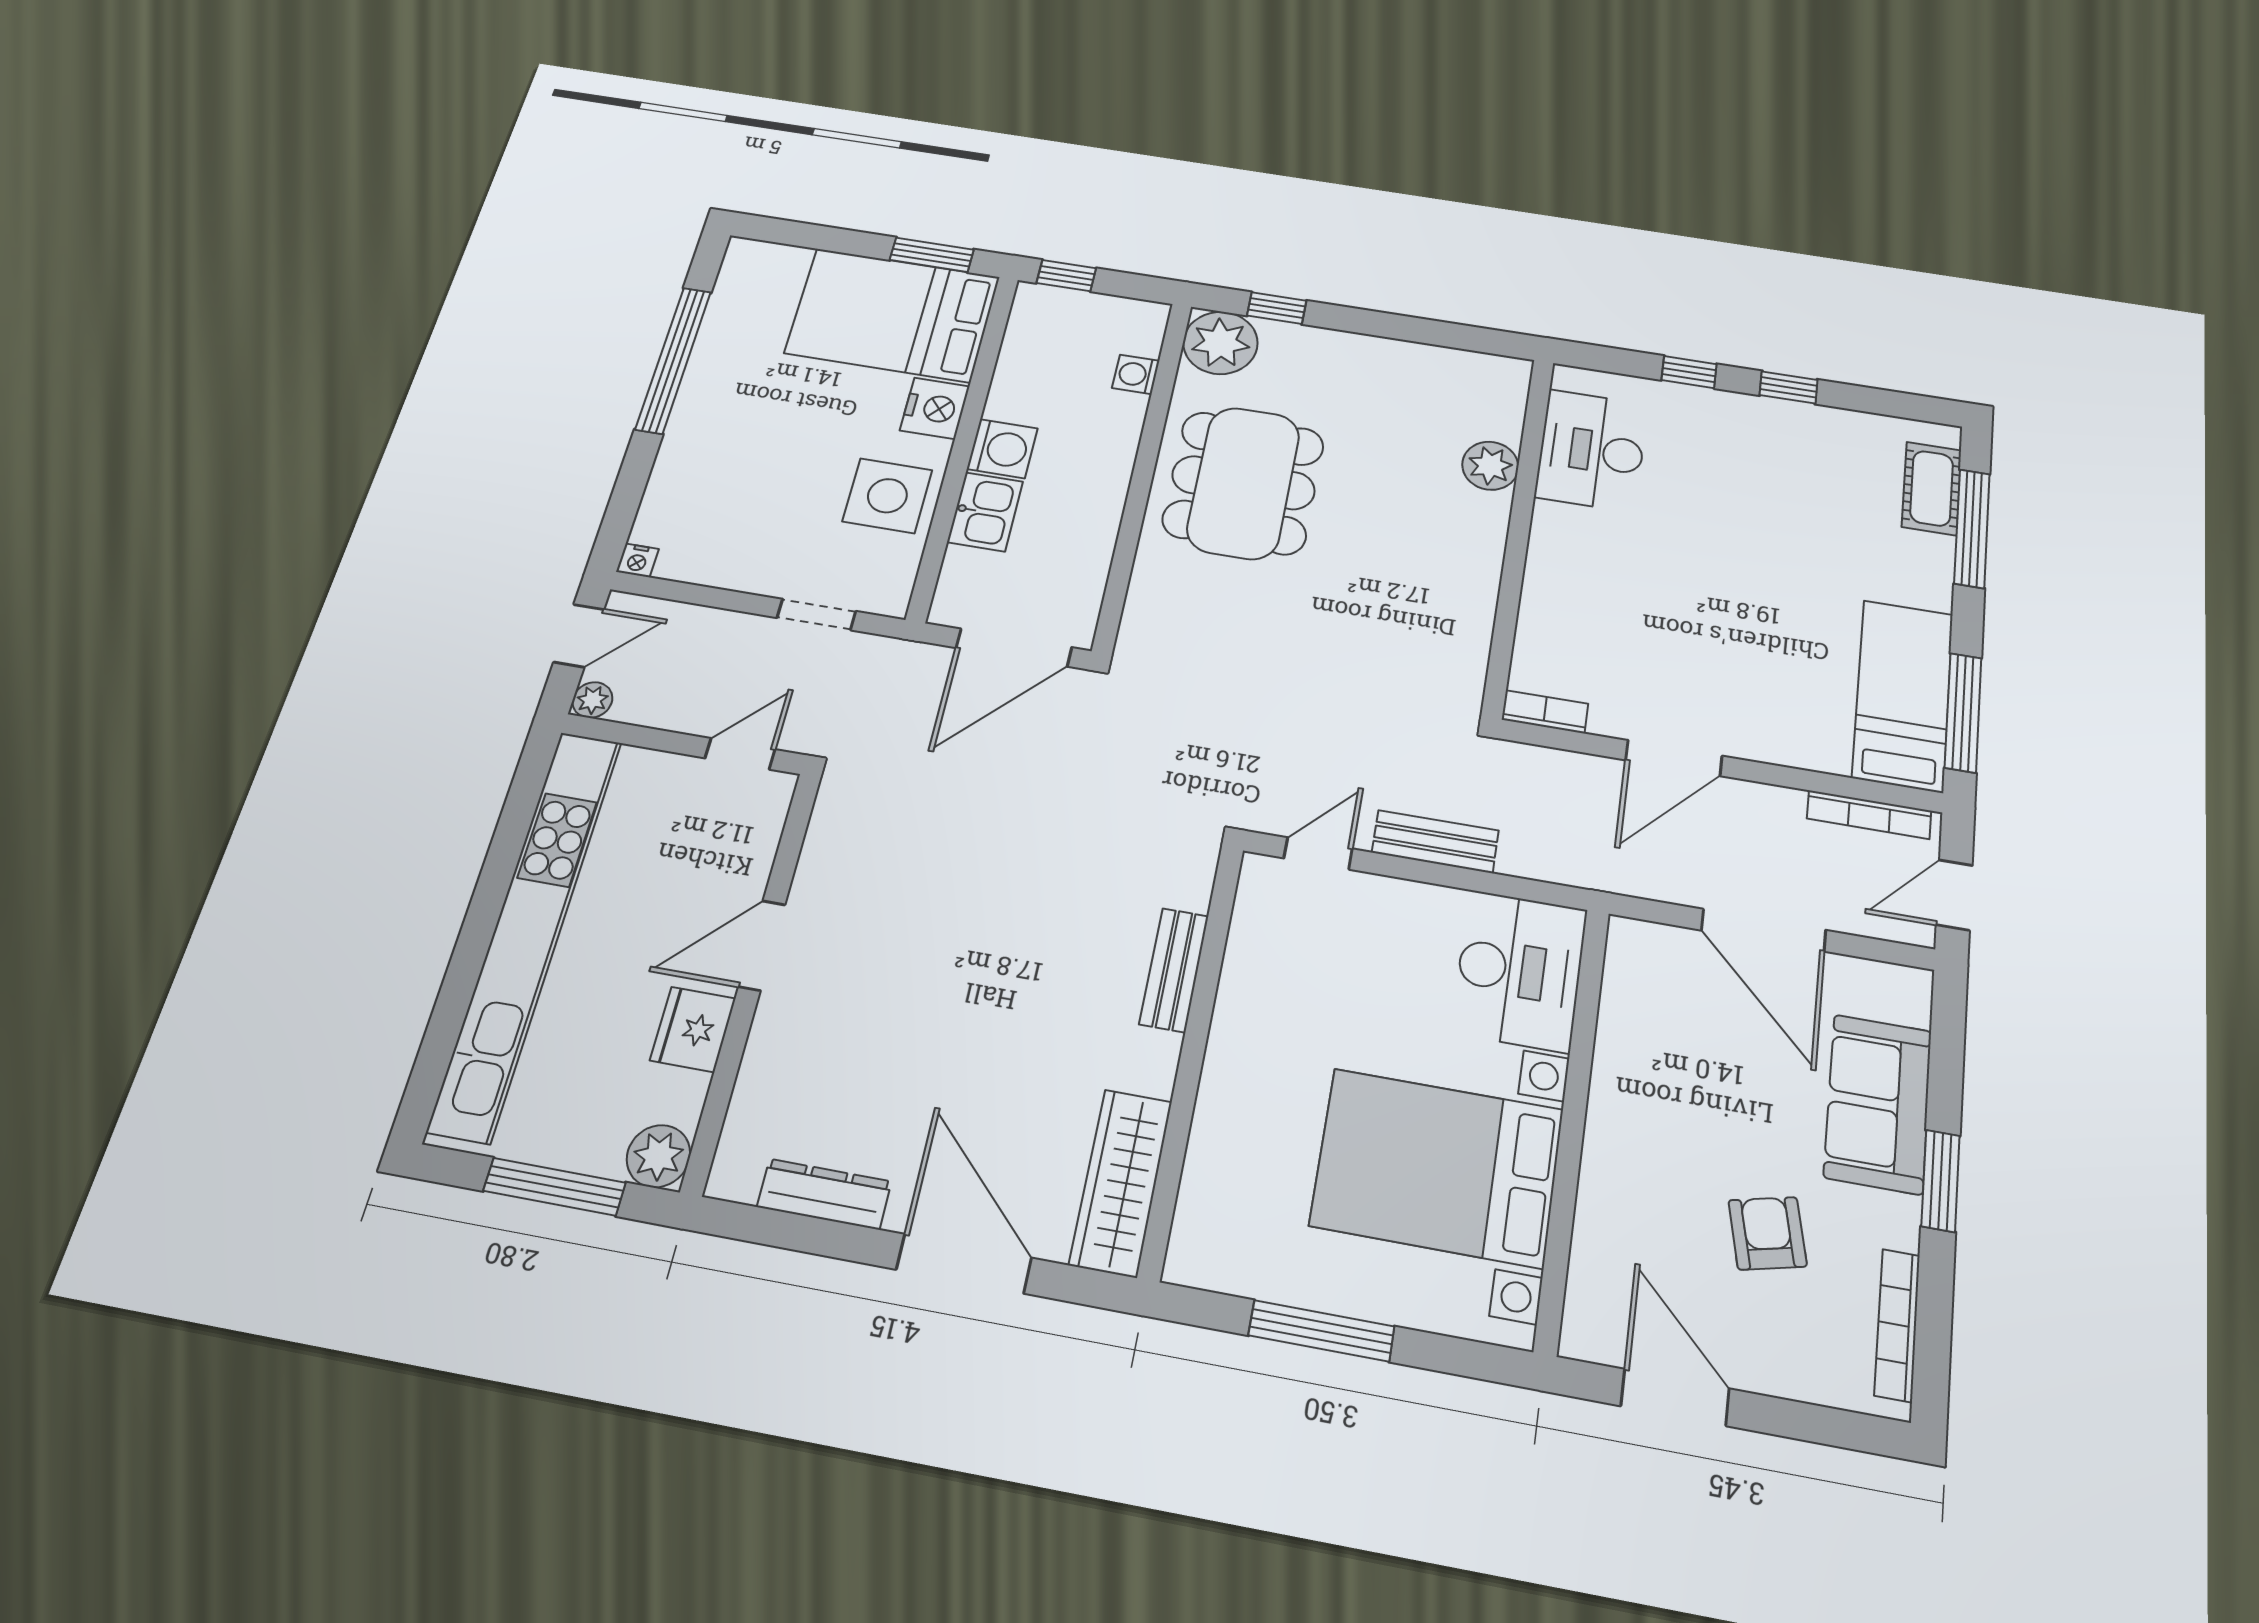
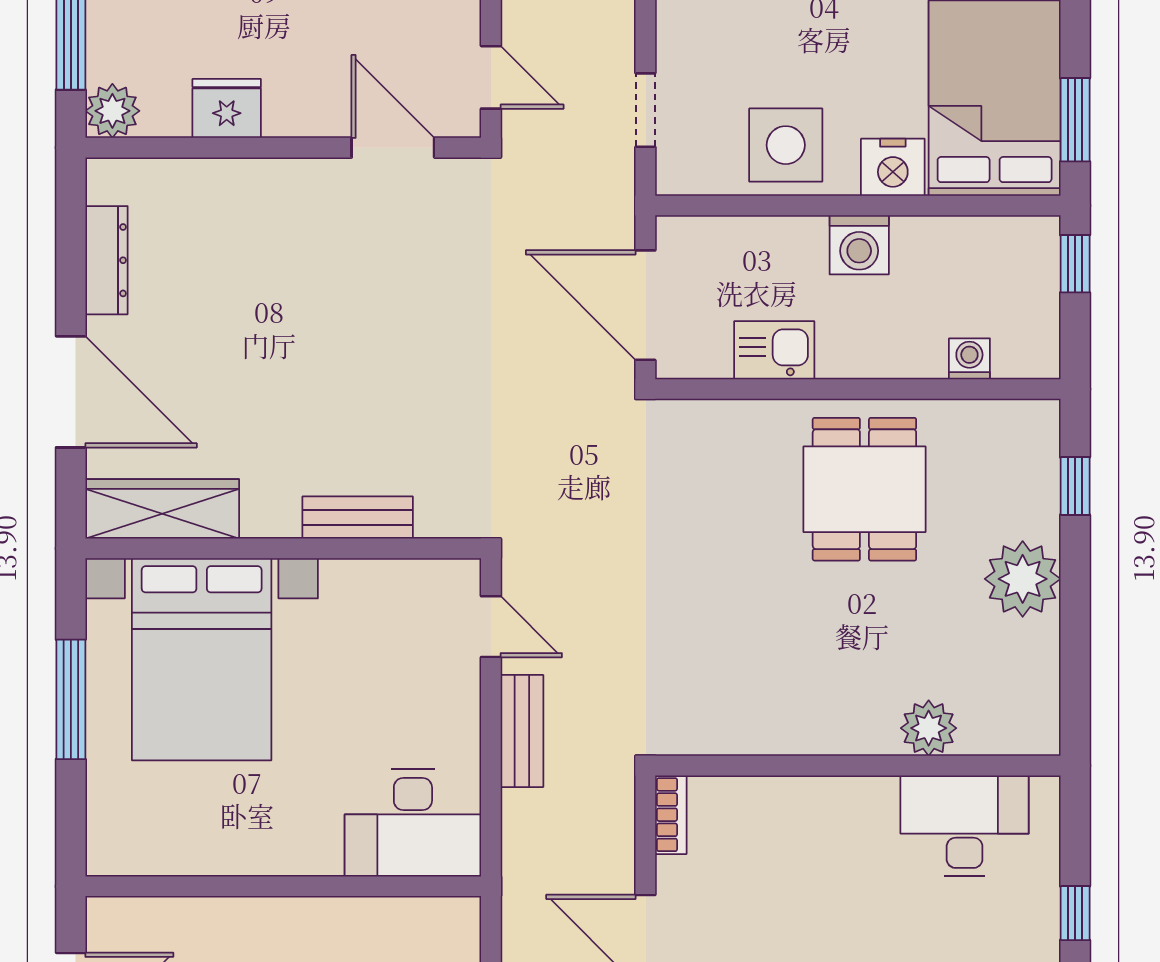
plant: (1220, 343) -> (1023, 579), moved
dining table: (1243, 483) -> (864, 489), width x0.73
kitchen sink: (985, 512) -> (774, 350), moved, turned 180
door: (762, 945) -> (393, 148), moved
bed with nightstands: (1437, 1167) -> (202, 659), moved, turned 180
door: (964, 1264) -> (71, 392), hinge flipped

